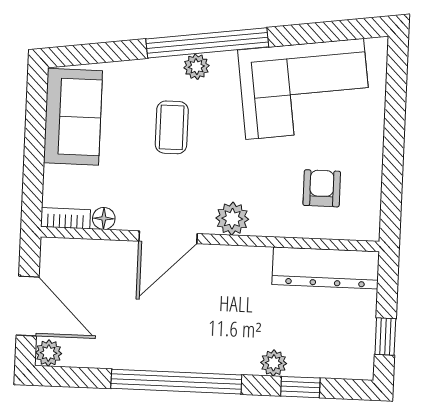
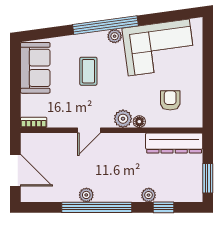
plant: (196, 67) -> (115, 36), moved
floor lamp: (104, 218) -> (139, 122), moved
door: (168, 237) -> (89, 130), width x0.73
window: (385, 337) -> (208, 178), width x1.50
plant: (49, 353) -> (86, 195), moved

